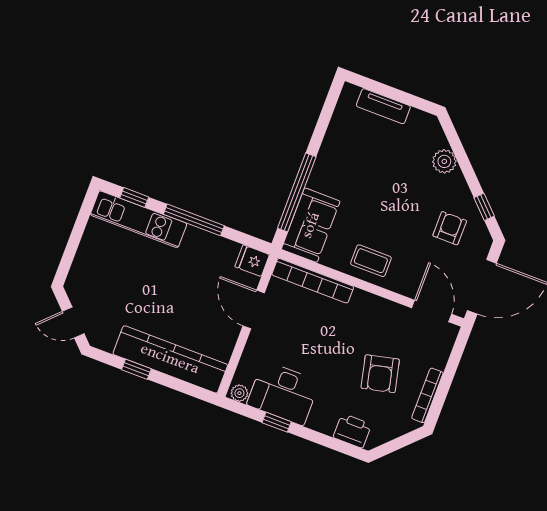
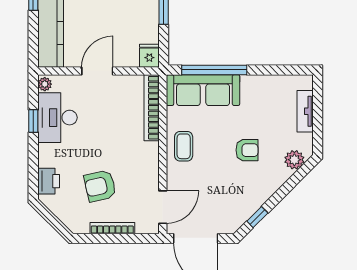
plant: (444, 161) -> (294, 160), moved
sofa: (311, 225) -> (203, 90), width x1.36
armchair: (450, 228) -> (247, 150), moved
door: (254, 309) -> (97, 71), moved
bookcase: (427, 395) -> (112, 228), moved

